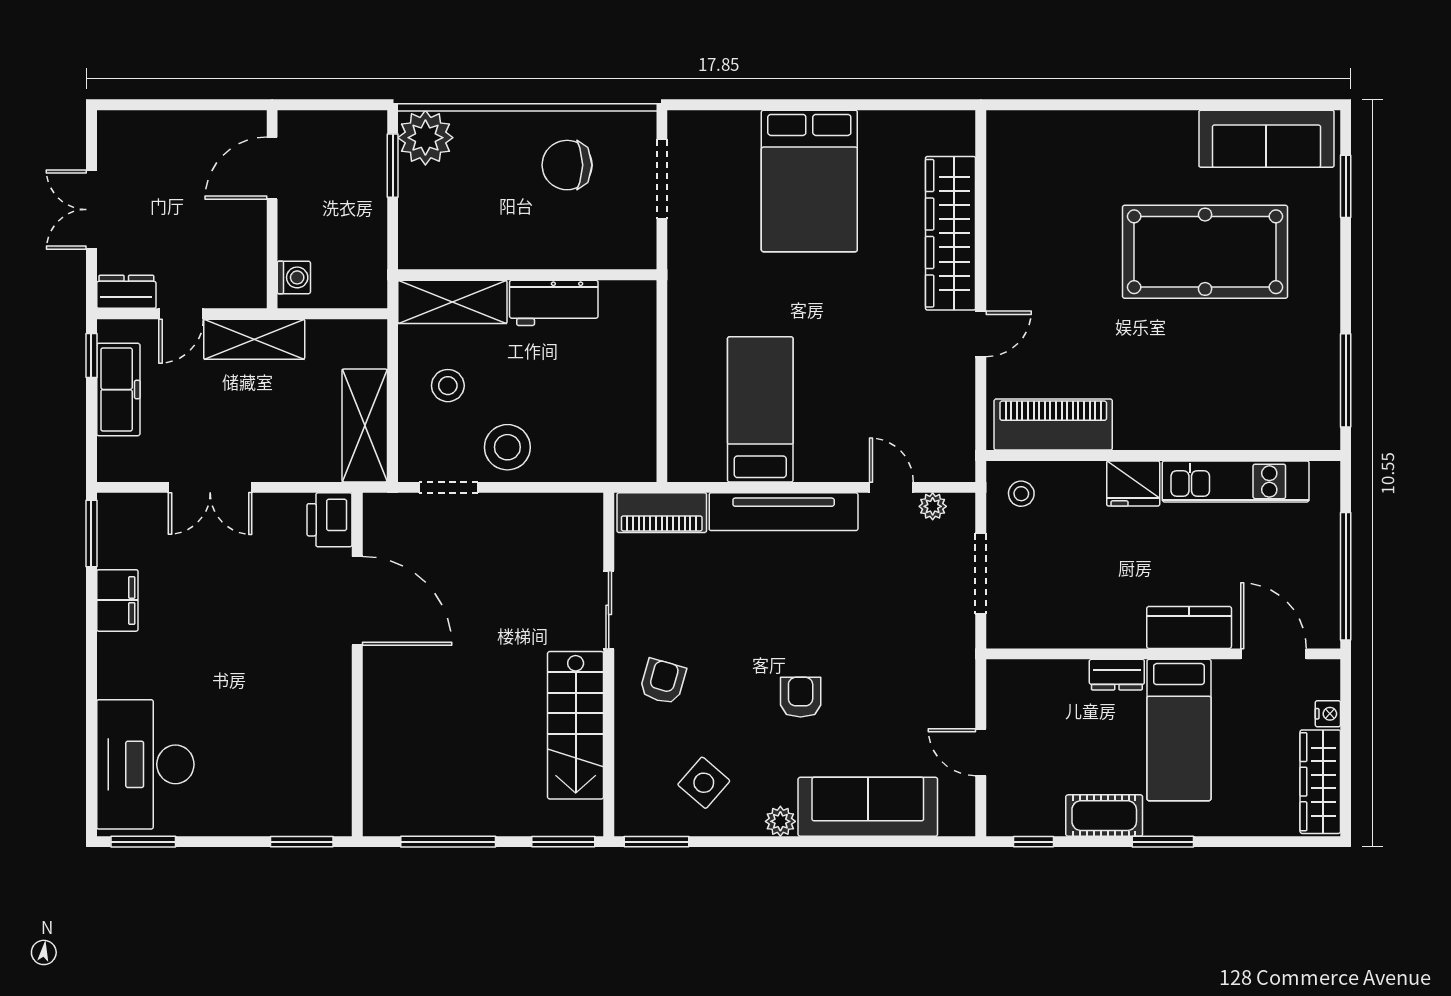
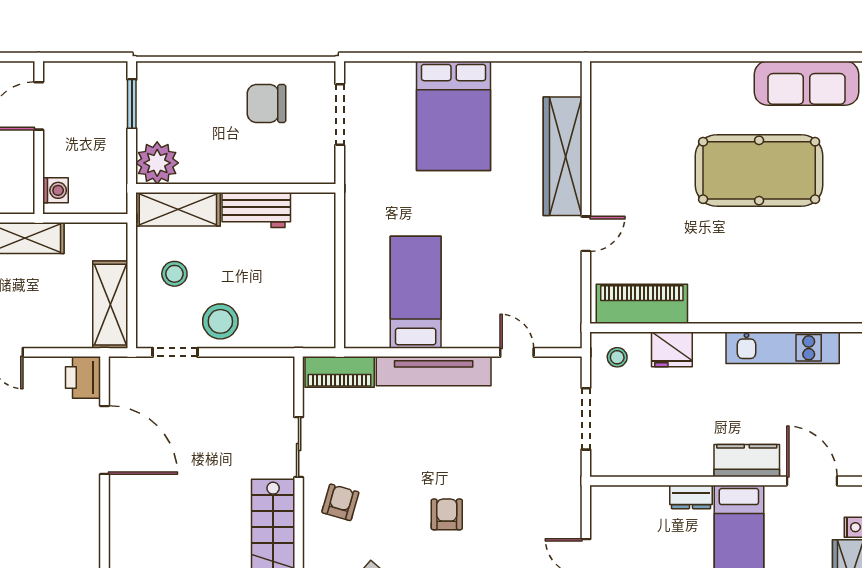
plant: (425, 138) -> (157, 163), moved
fridge: (1133, 483) -> (672, 349), moved
plant: (933, 506) -> (549, 367), removed

